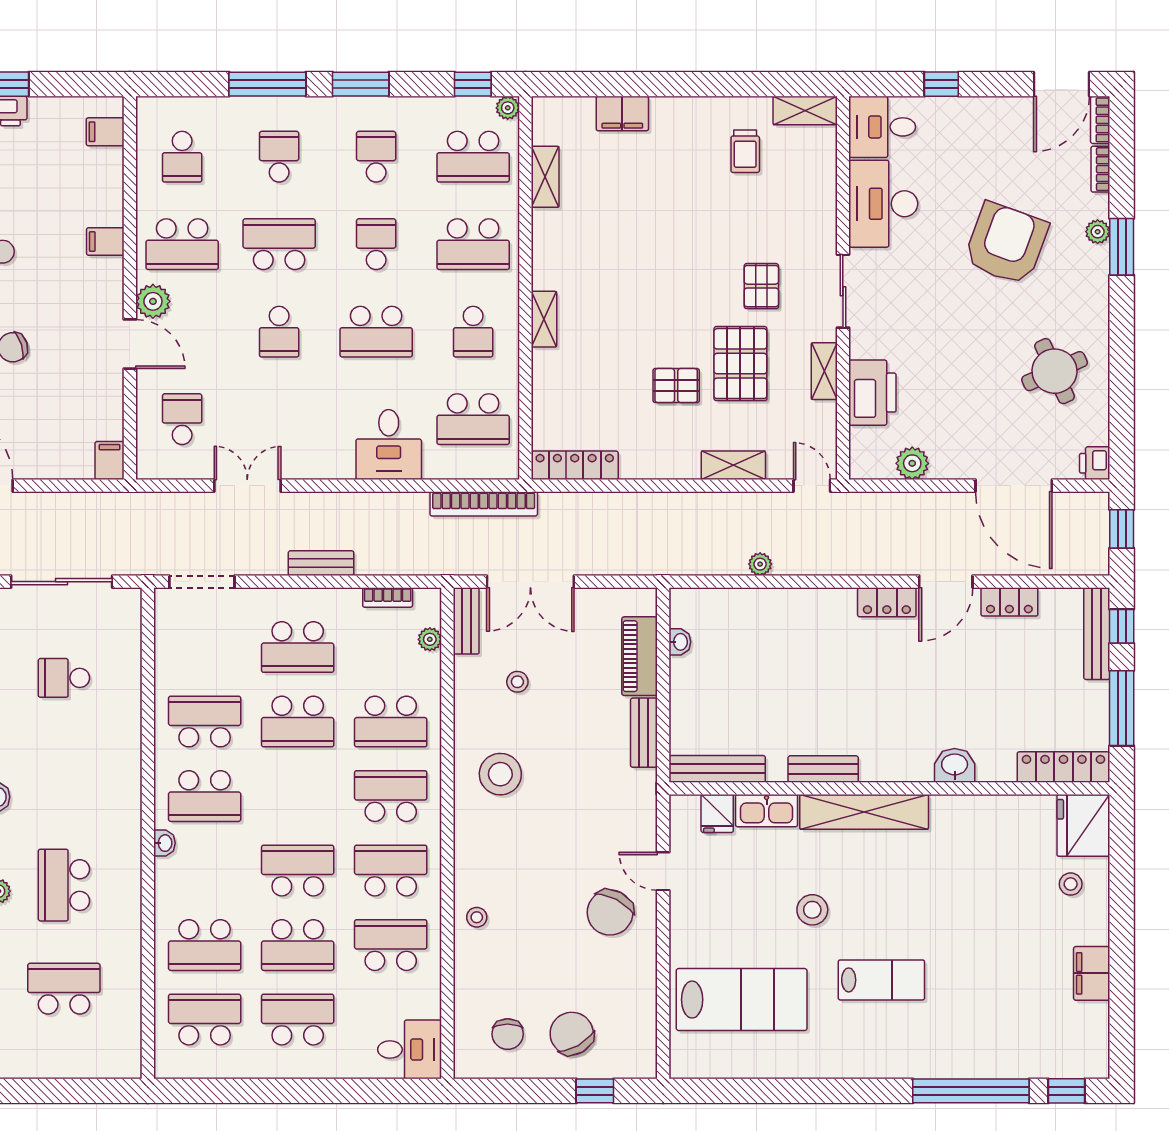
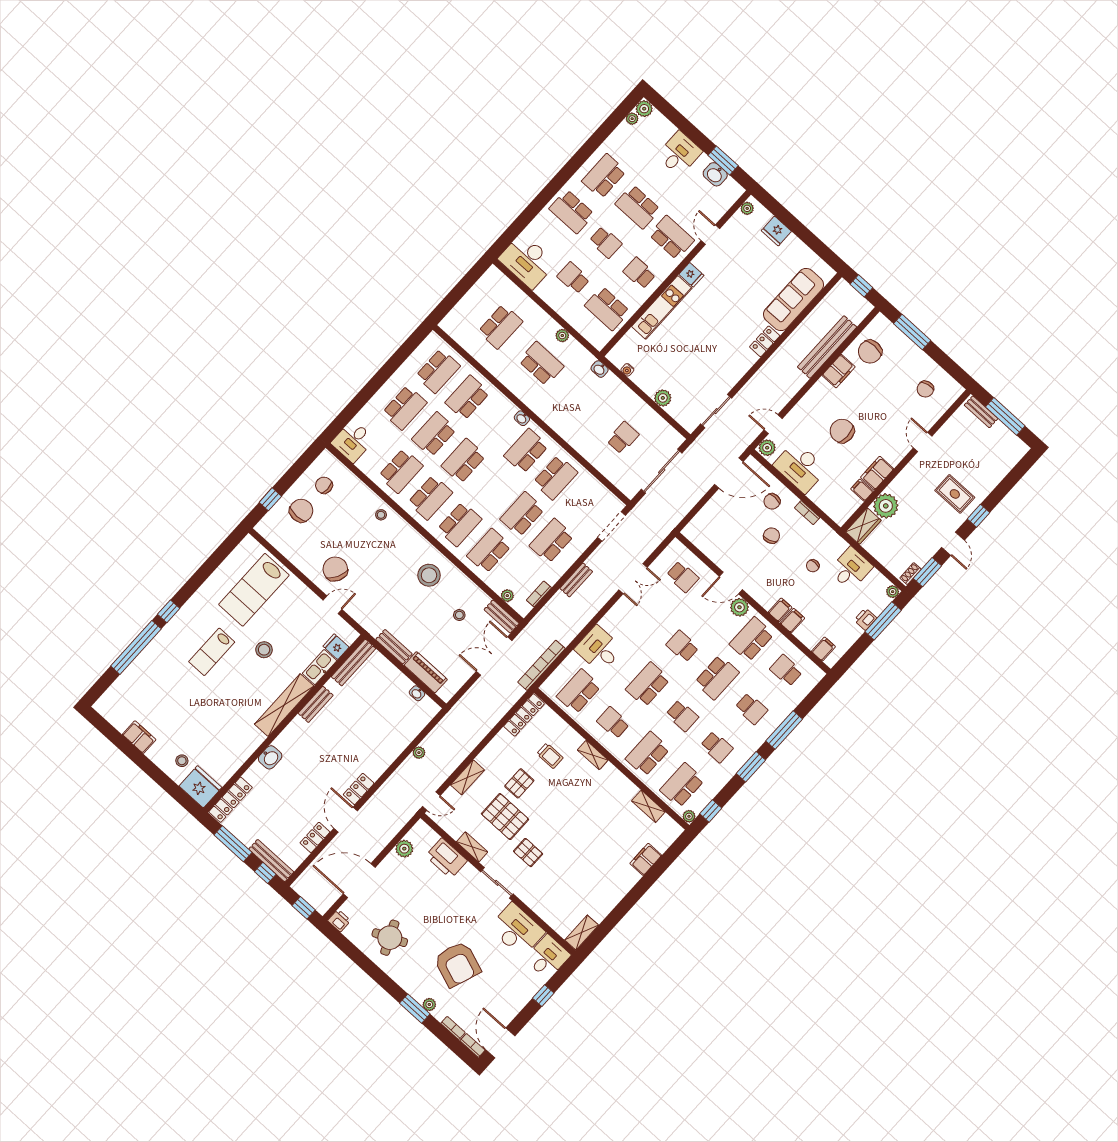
trolley: (745, 151) -> (550, 756), moved, turned 180
filing cabinet: (109, 461) -> (792, 621), moved, turned -90
school desk: (298, 871) -> (463, 461), turned 180
chair: (572, 1034) -> (301, 511), turned -60
window: (1066, 1091) -> (169, 611), moved

